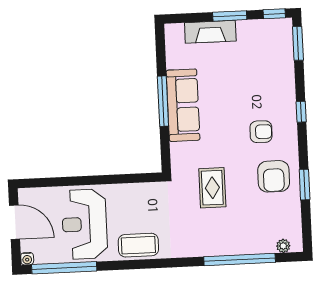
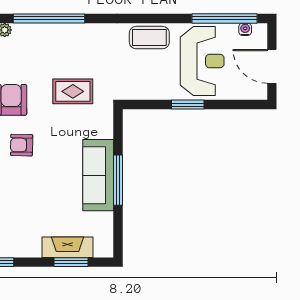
window: (230, 16) -> (71, 262), moved
window: (97, 180) -> (188, 105), added
rug: (212, 188) -> (73, 91), turned 90
water cooler: (27, 259) -> (245, 29), moved

